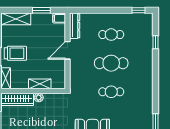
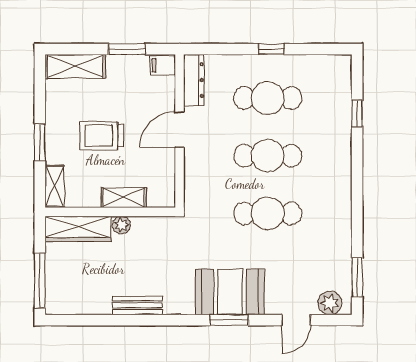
window: (138, 10) -> (271, 49), moved
cafe table: (111, 35) -> (268, 98), width x1.37, depth x1.35
trolley: (15, 53) -> (102, 136), moved, turned 180
cafe table: (111, 92) -> (268, 213), width x1.37, depth x1.35

